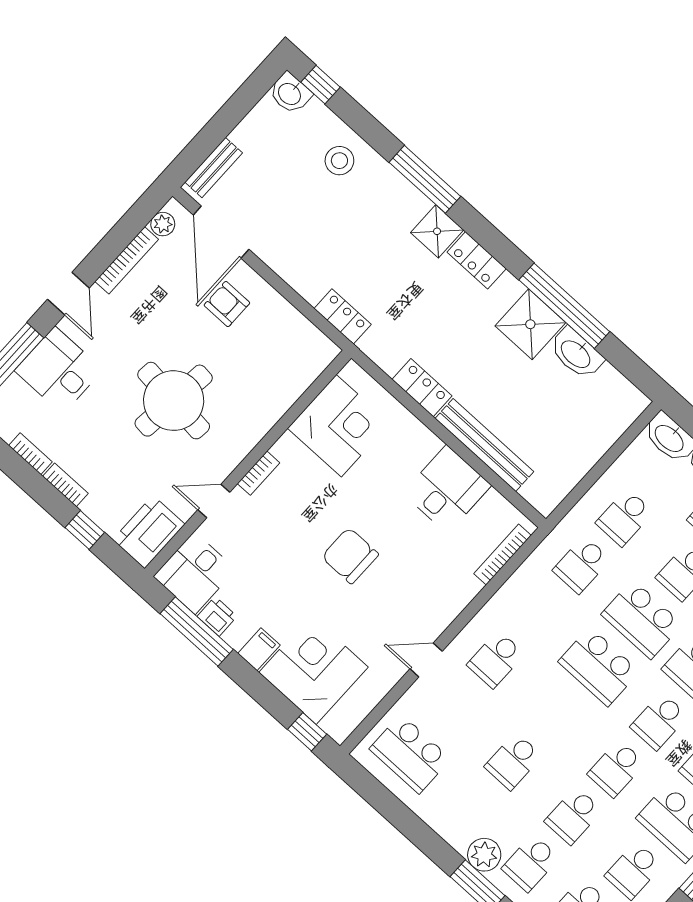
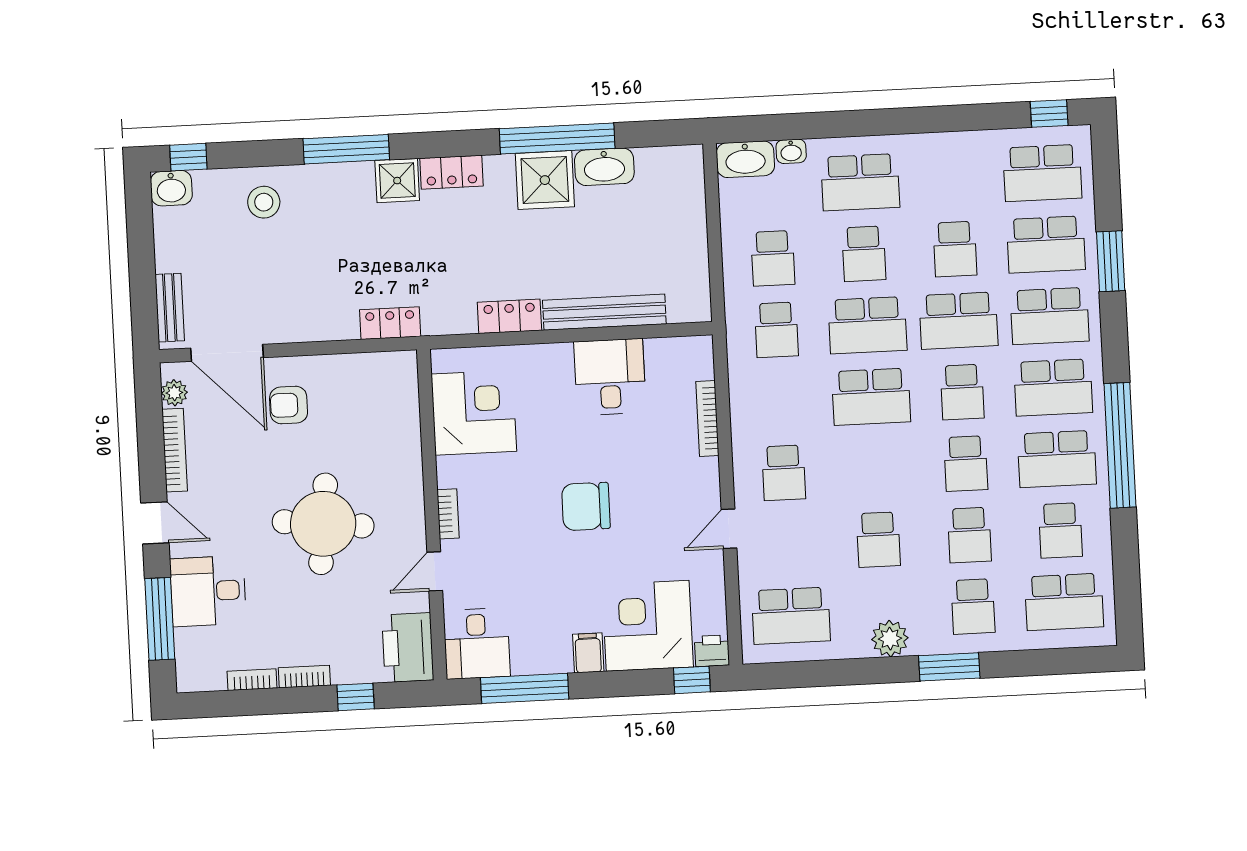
bookcase: (502, 555) -> (707, 419), moved
printer: (217, 616) -> (712, 651), moved
plant: (484, 855) -> (890, 639), moved

